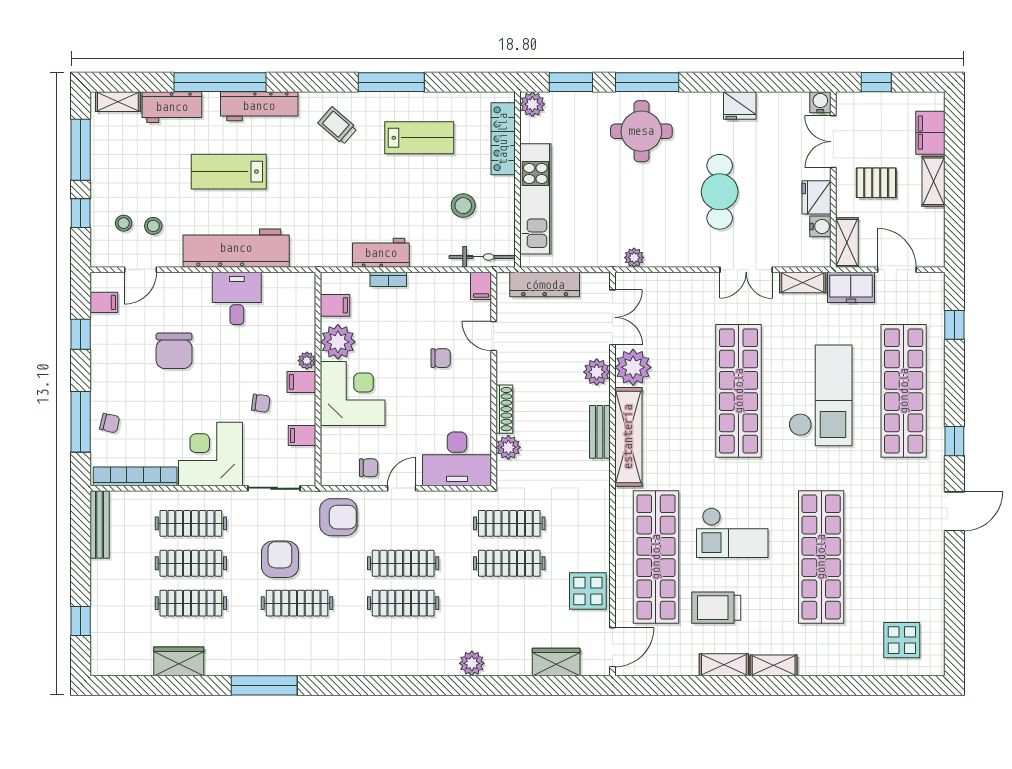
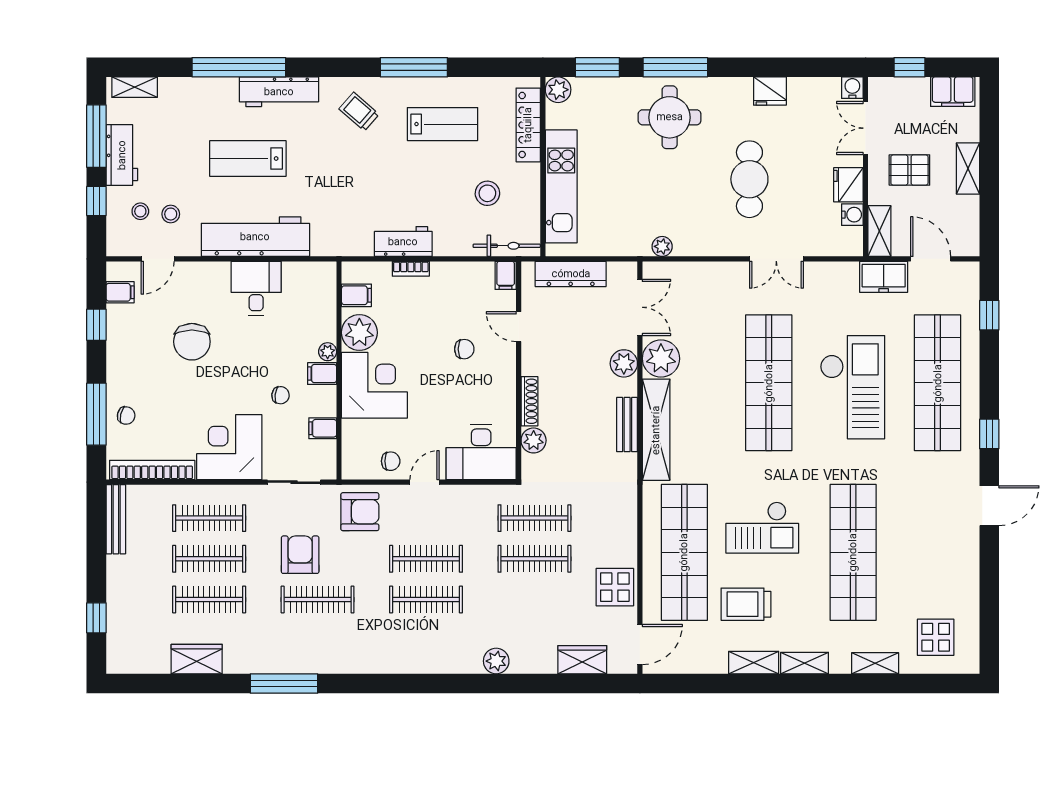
workbench: (172, 107) -> (122, 155), moved, turned -90
filing cabinet: (930, 133) -> (953, 92), moved, turned -90
shelving: (803, 282) -> (875, 663), moved

